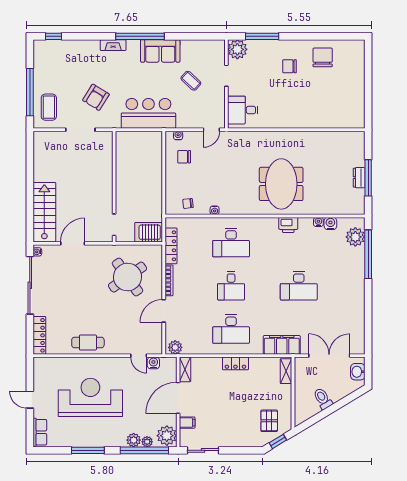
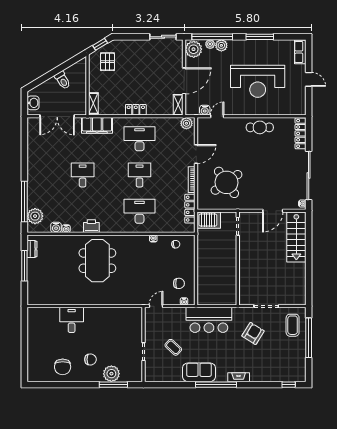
plant: (237, 49) -> (111, 374), moved
desk: (243, 110) -> (72, 320), moved, turned -90
dresser: (359, 178) -> (32, 249), moved
desk: (299, 286) -> (83, 175), width x0.73
door: (139, 356) -> (217, 116), hinge flipped
filing cabinet: (187, 423) -> (176, 60), removed

